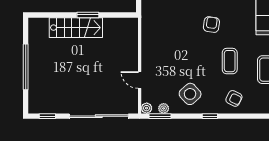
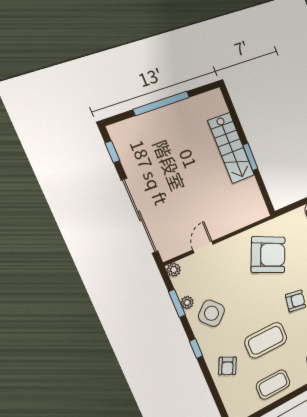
armchair: (167, 32) -> (268, 255), added
coffee table: (230, 61) -> (266, 340), width x1.36, depth x1.32
plant: (164, 108) -> (187, 302), moved
window: (160, 116) -> (177, 303), moved

